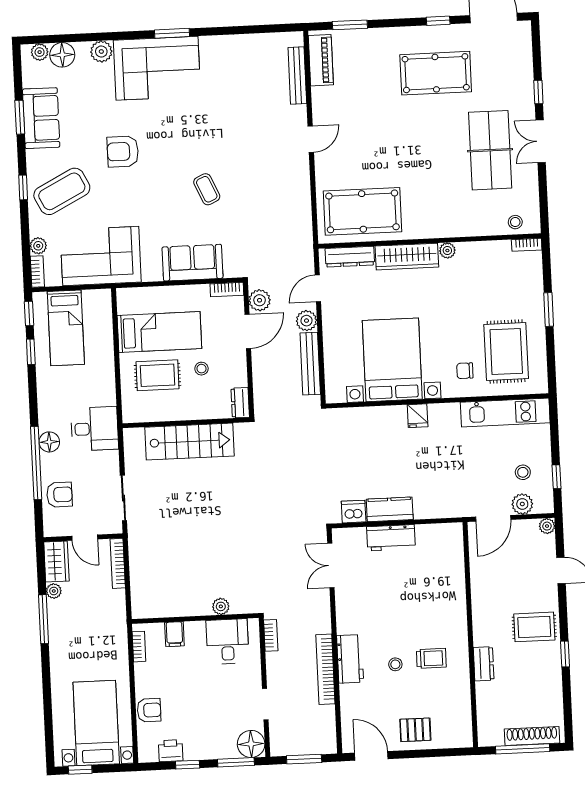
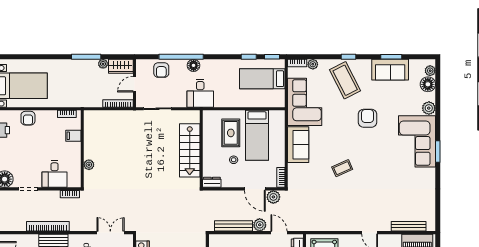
sofa: (192, 263) -> (298, 145), moved
desk: (227, 641) -> (55, 174), moved, turned 90

